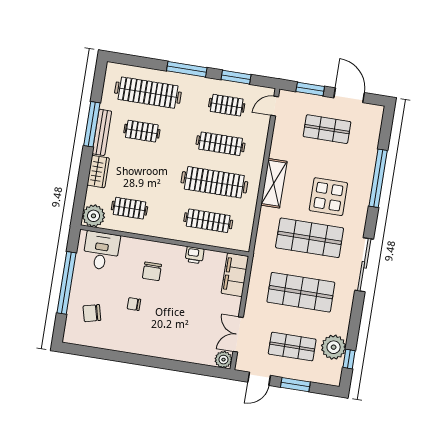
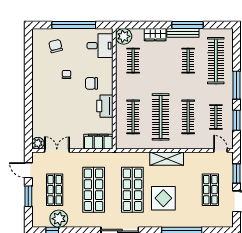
printer: (195, 255) -> (105, 106), width x1.87, depth x1.48

